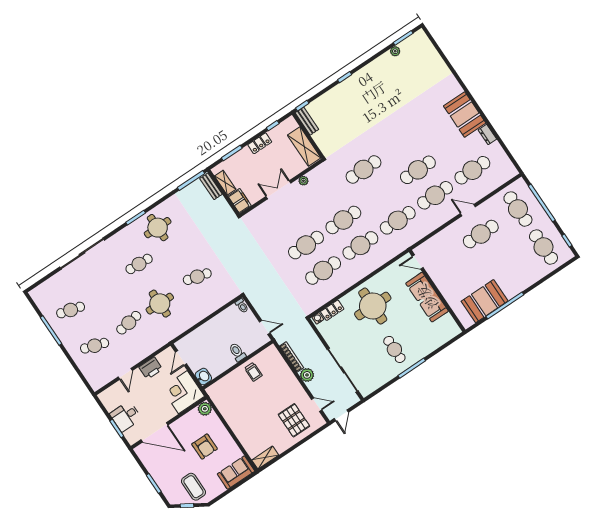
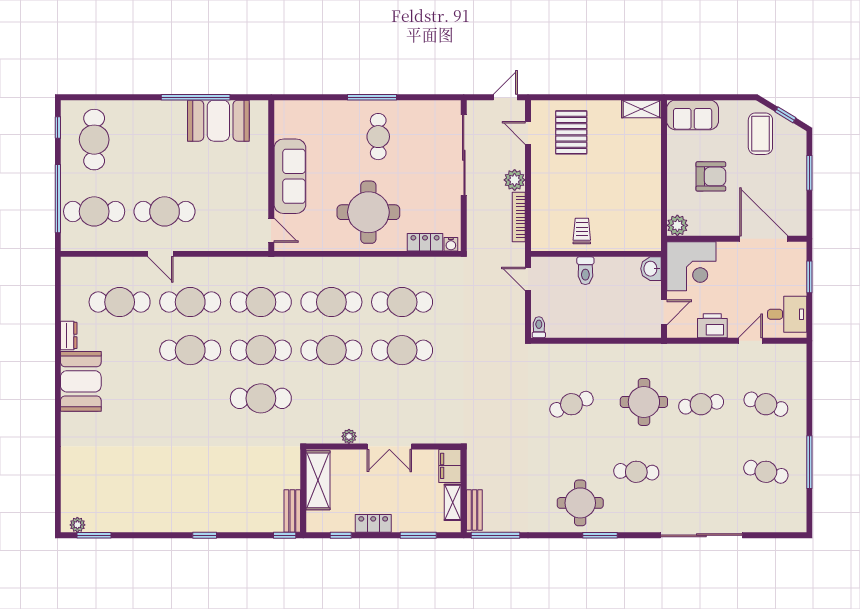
plant: (395, 51) -> (77, 525), moved
cafe table: (381, 195) -> (261, 350), added
cafe table: (518, 209) -> (94, 211), turned 90
cafe table: (197, 277) -> (571, 404), turned -36
desk: (126, 416) -> (787, 314), moved
armchair: (205, 447) -> (711, 176), turned 90

